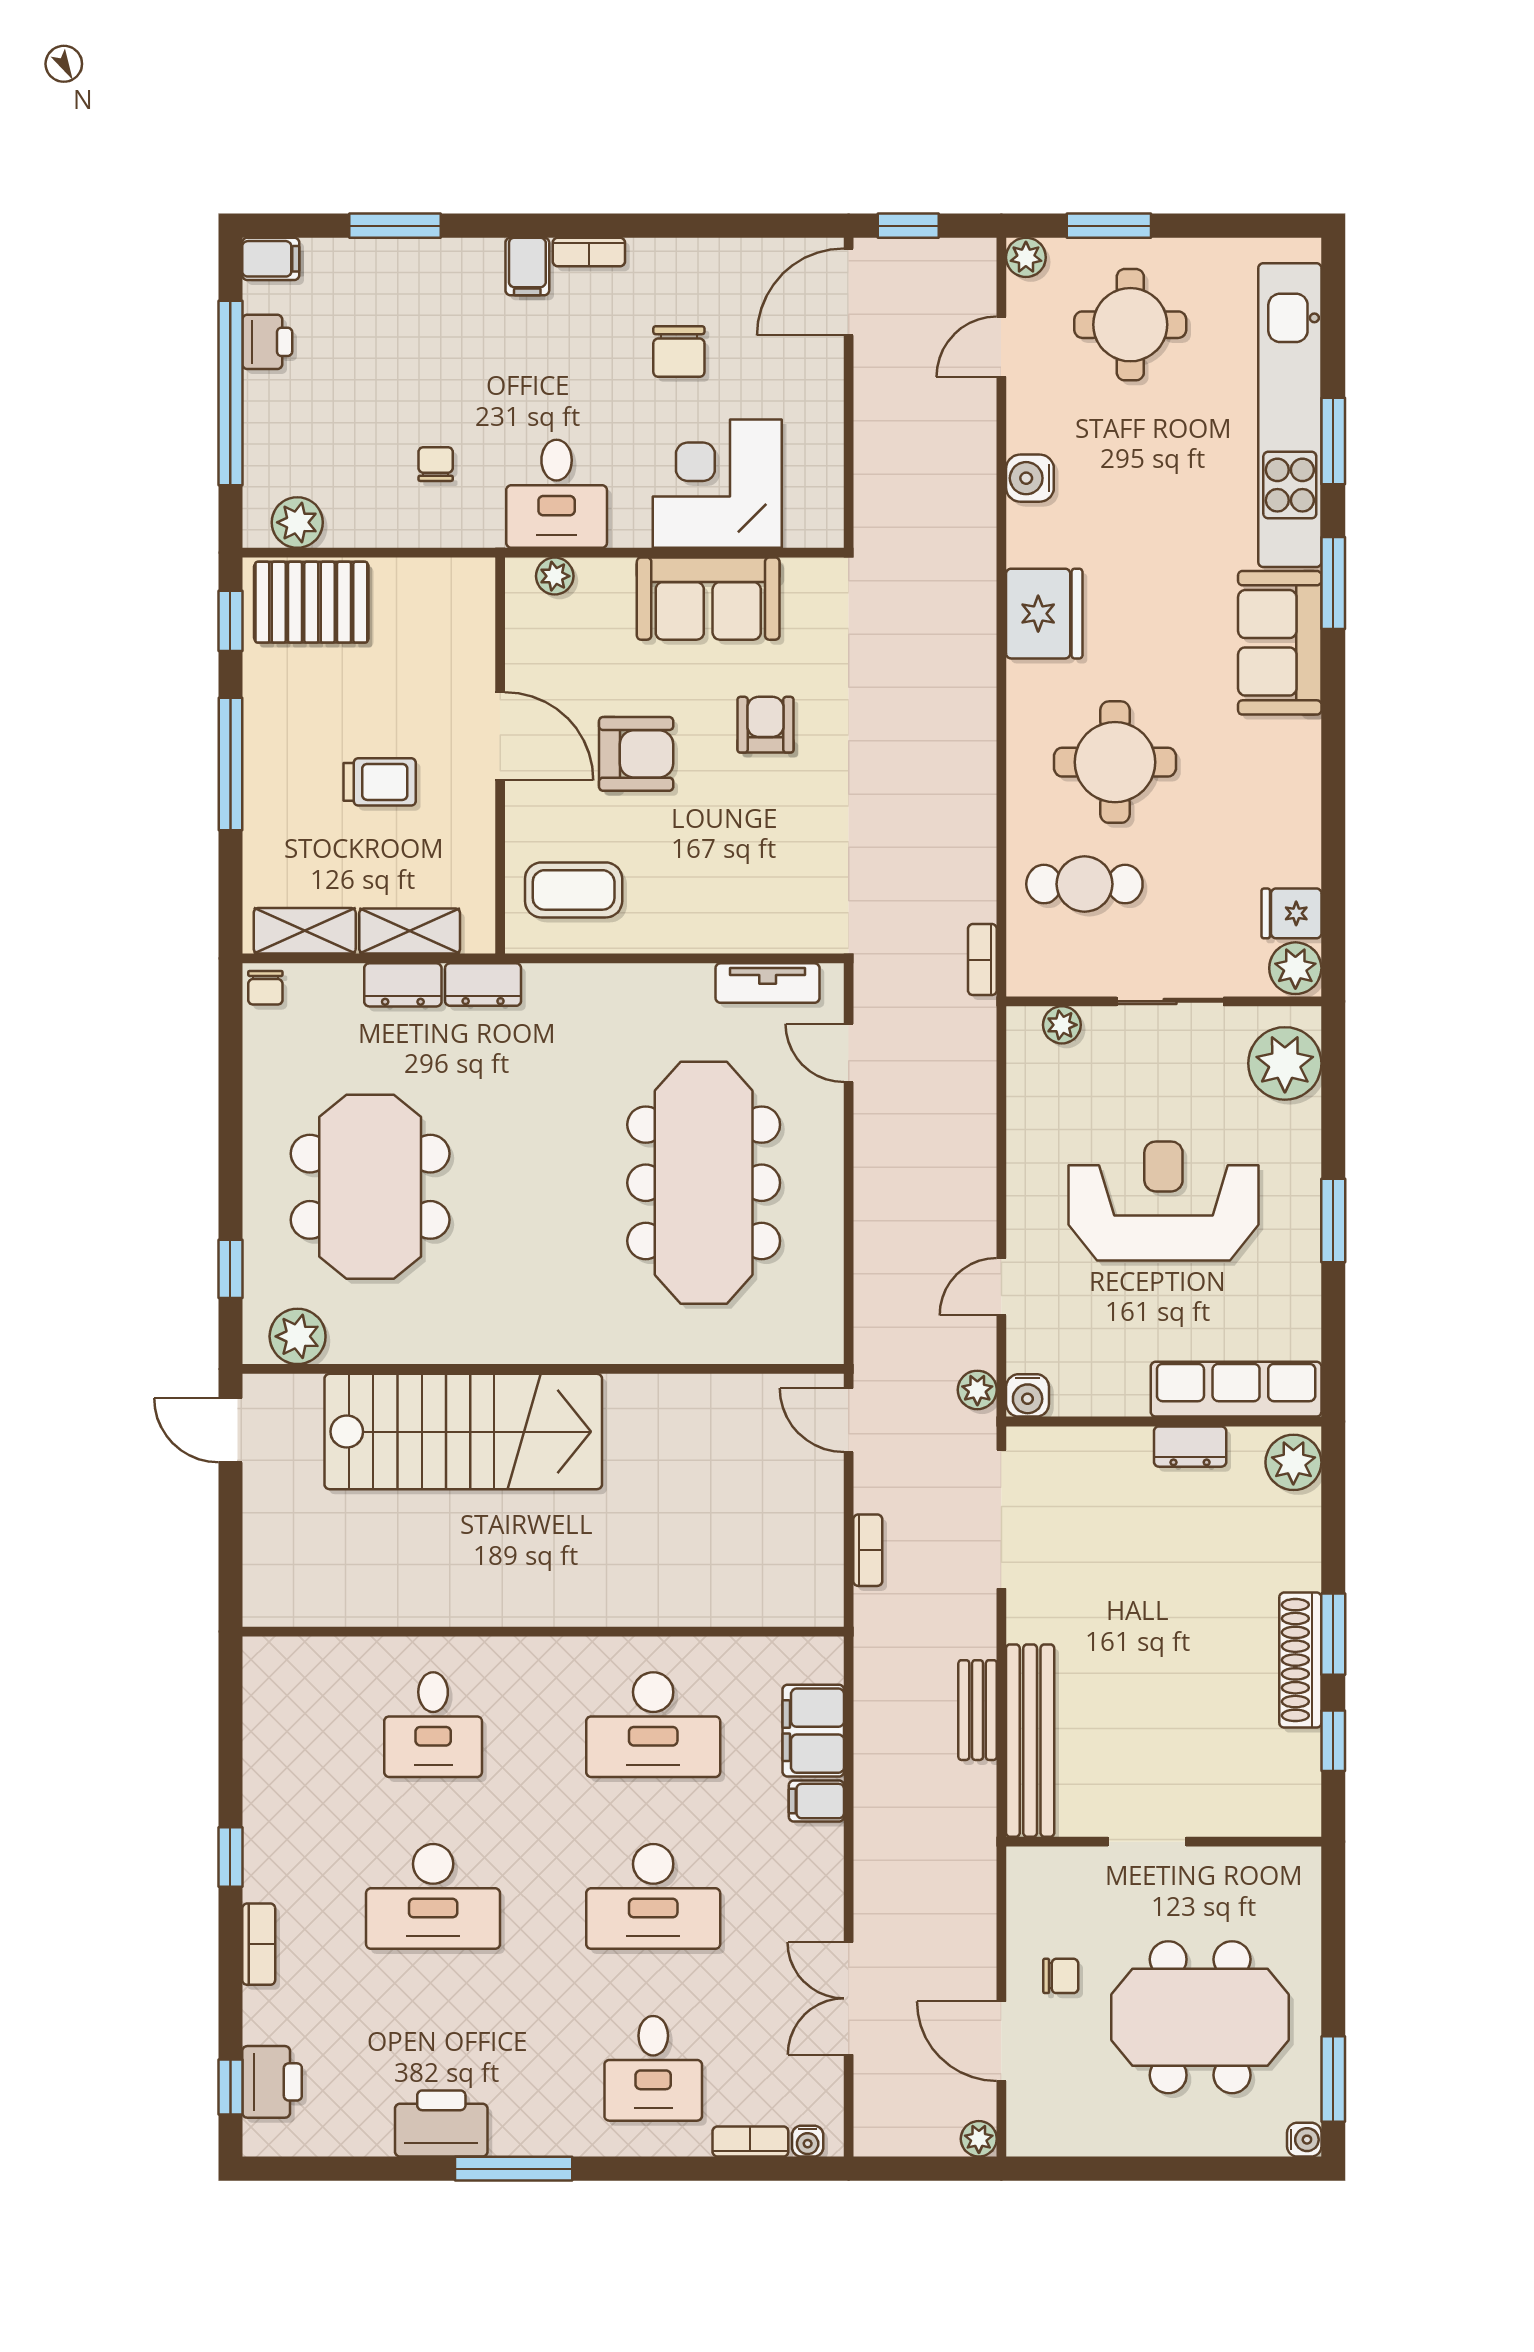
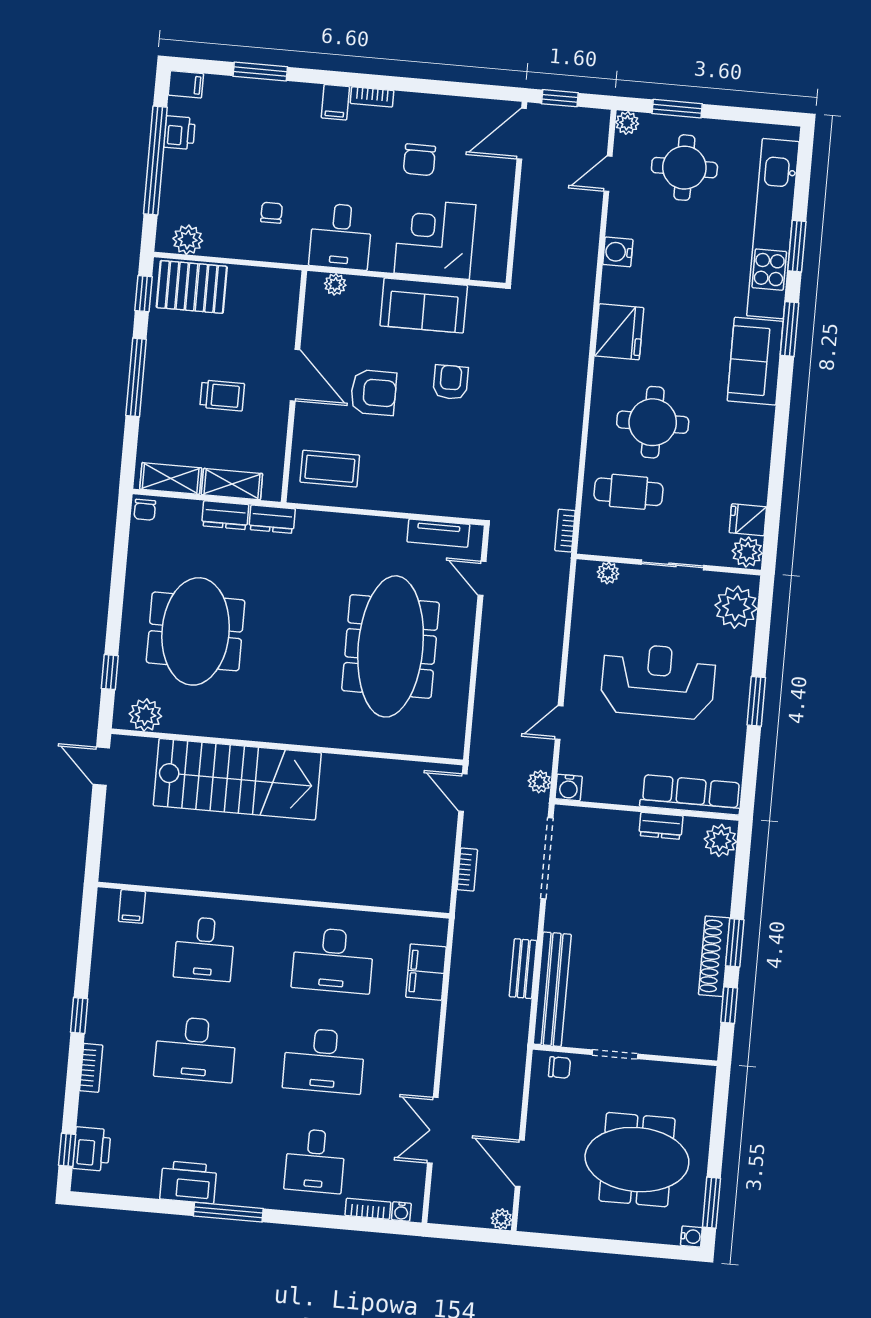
filing cabinet: (816, 1801) -> (132, 906), moved, turned -90
chair: (1061, 1976) -> (559, 1067), moved

